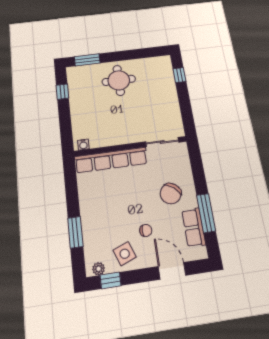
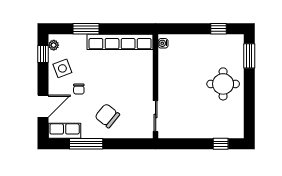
row of seats: (111, 160) -> (120, 42), moved, turned -90
row of seats: (194, 227) -> (65, 131), moved

